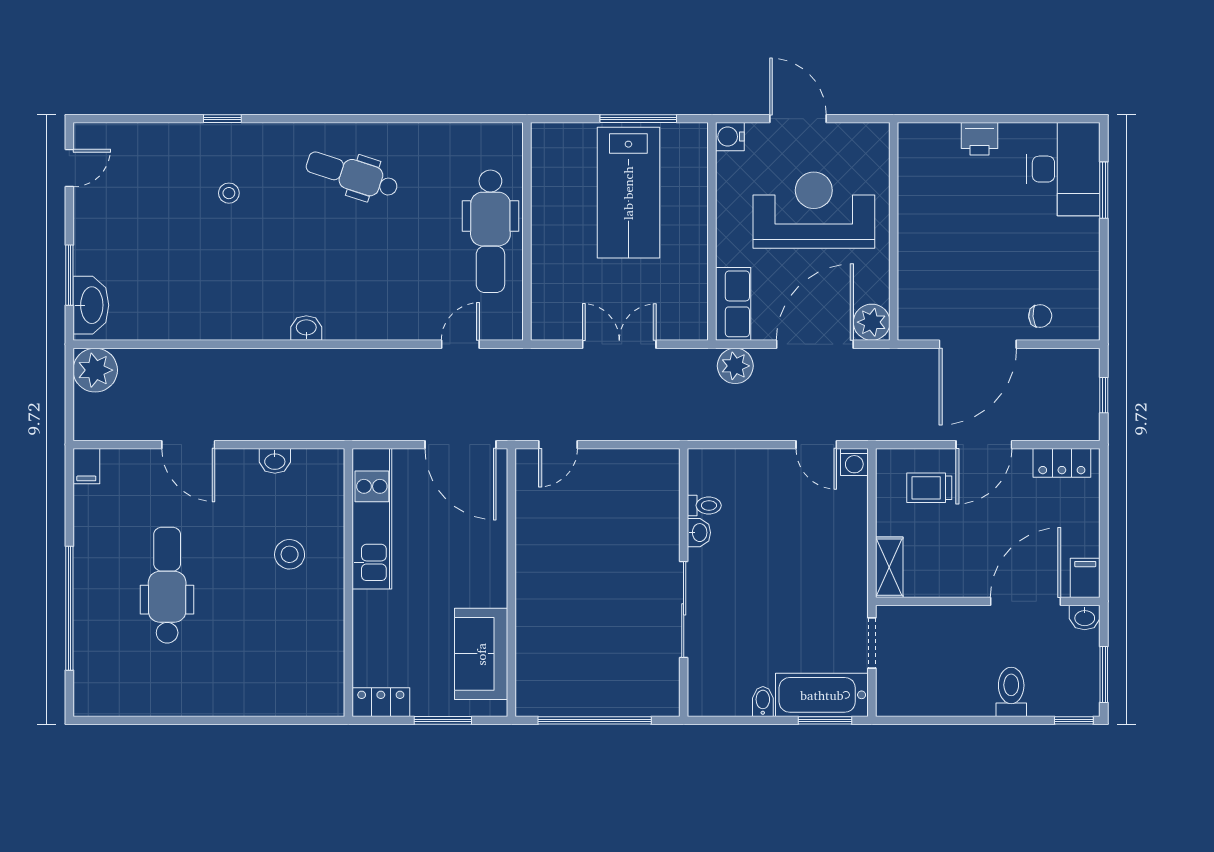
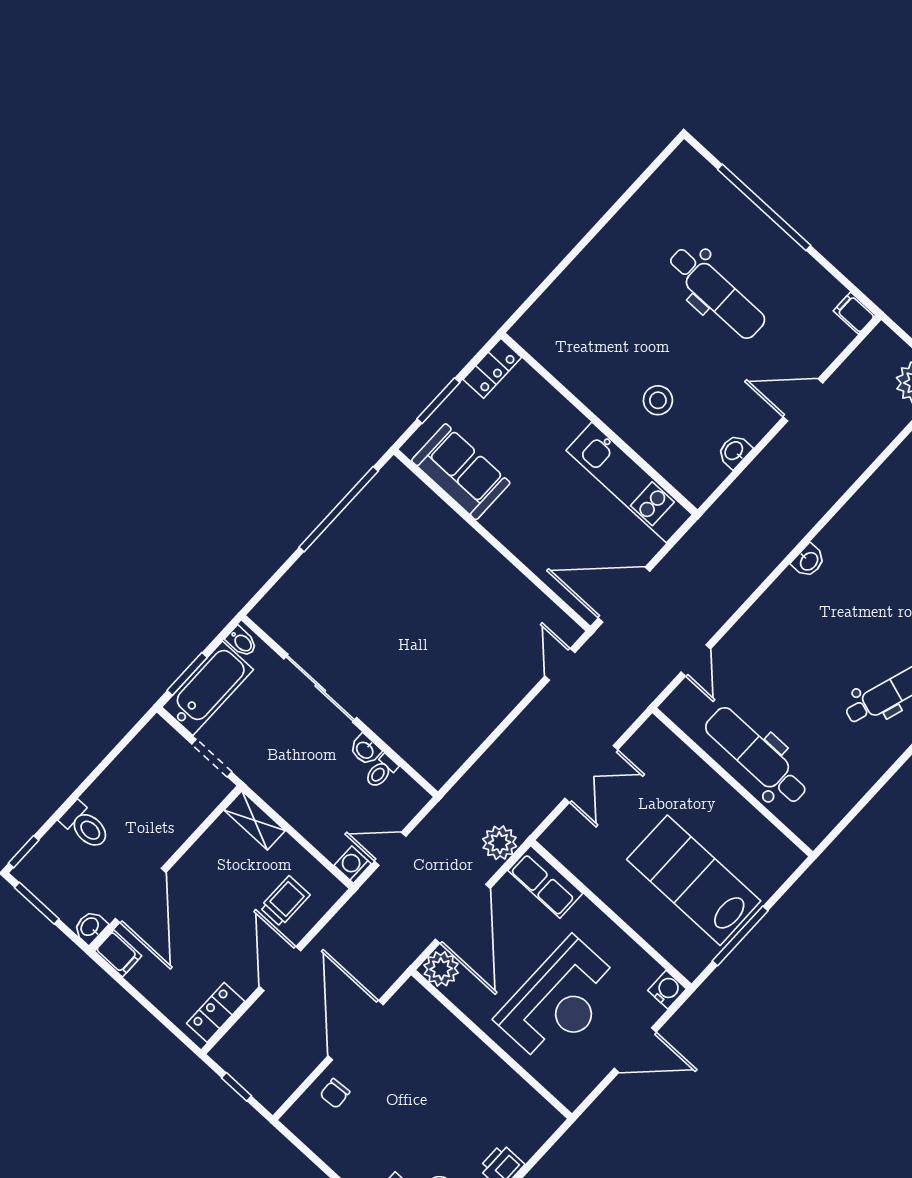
toilet: (704, 505) -> (381, 771), moved
washbasin: (699, 533) -> (365, 750), moved
wall: (684, 582) -> (340, 706), moved
sliding door: (684, 609) -> (320, 688), moved

